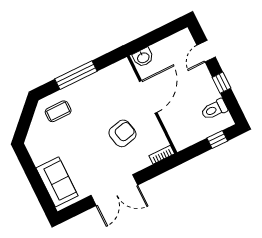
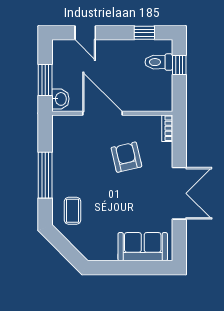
window: (152, 38) -> (45, 80), added
window: (222, 83) -> (144, 33), moved
toilet: (214, 109) -> (159, 62), moved, turned 90

